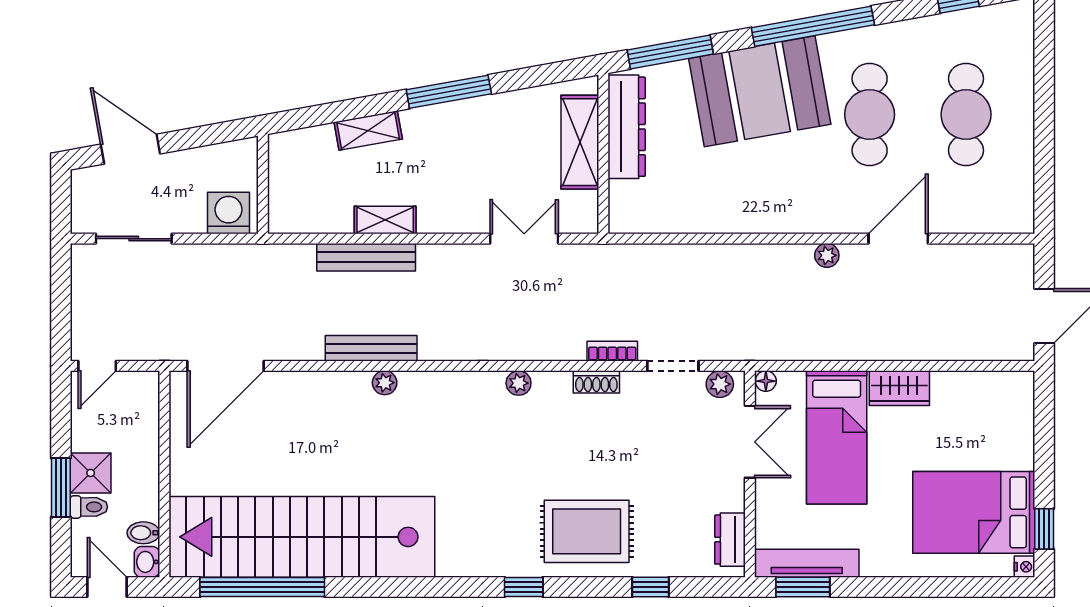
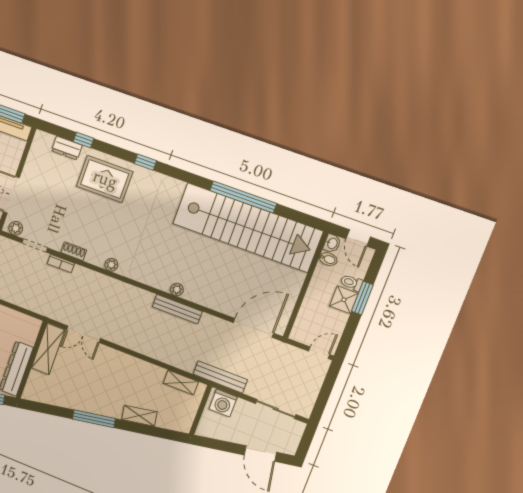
shelving: (580, 142) -> (48, 349), moved
shelving: (385, 220) -> (181, 382), moved
bench: (366, 257) -> (220, 377), moved
dresser: (730, 540) -> (67, 148), moved, turned 90
window: (262, 587) -> (243, 197), moved

